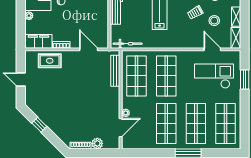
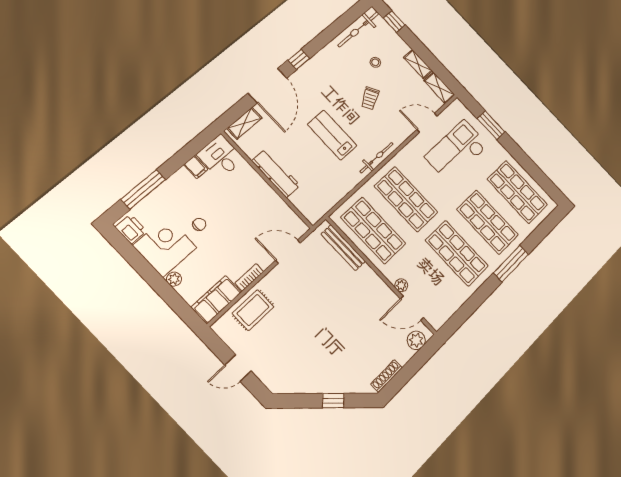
stool: (214, 21) -> (399, 89), removed
bicycle: (128, 44) -> (377, 158), moved
window: (39, 125) -> (333, 401), moved
door: (121, 128) -> (412, 308), swing flipped
plant: (97, 143) -> (416, 340), moved

